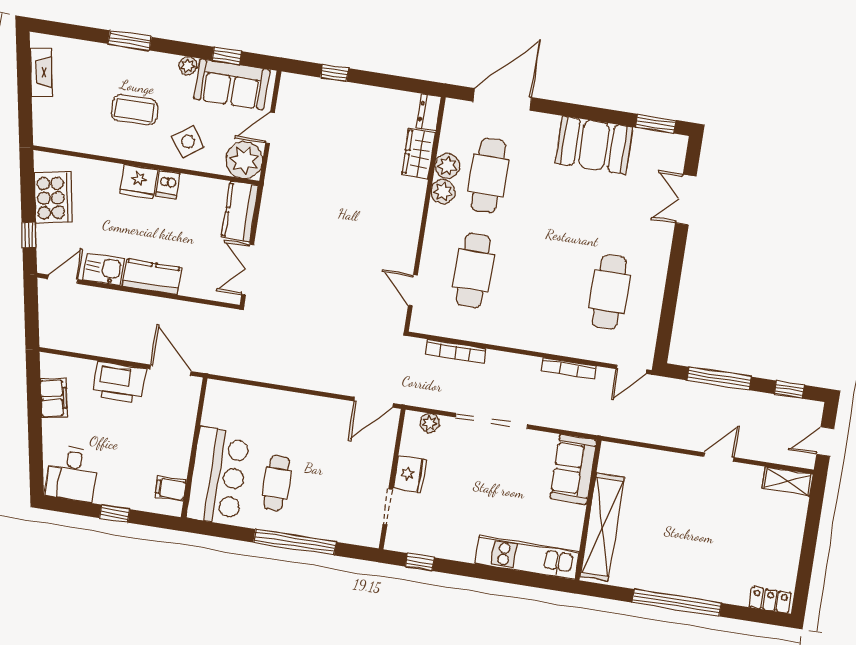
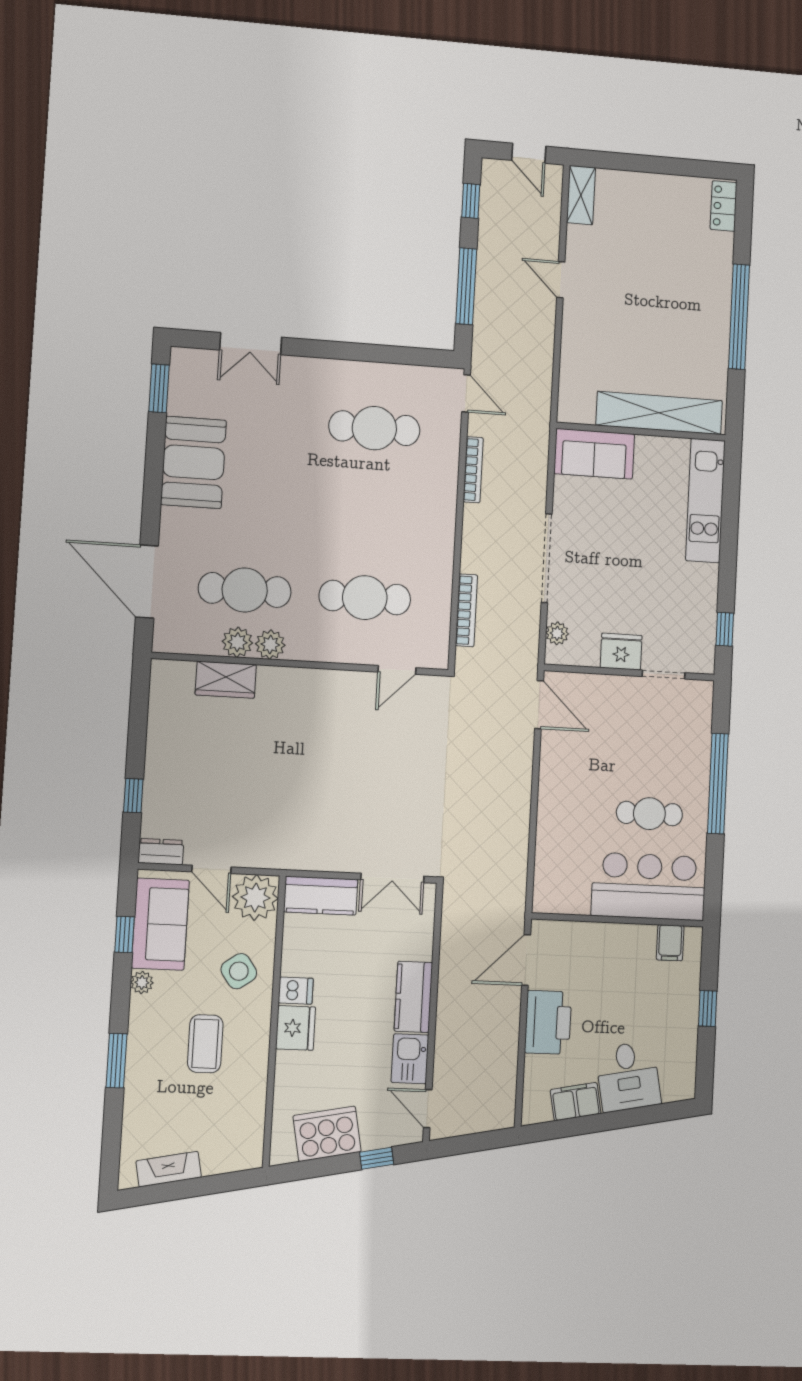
dresser: (429, 112) -> (161, 852), moved, turned 180
desk: (72, 474) -> (628, 1076), moved, turned 79

